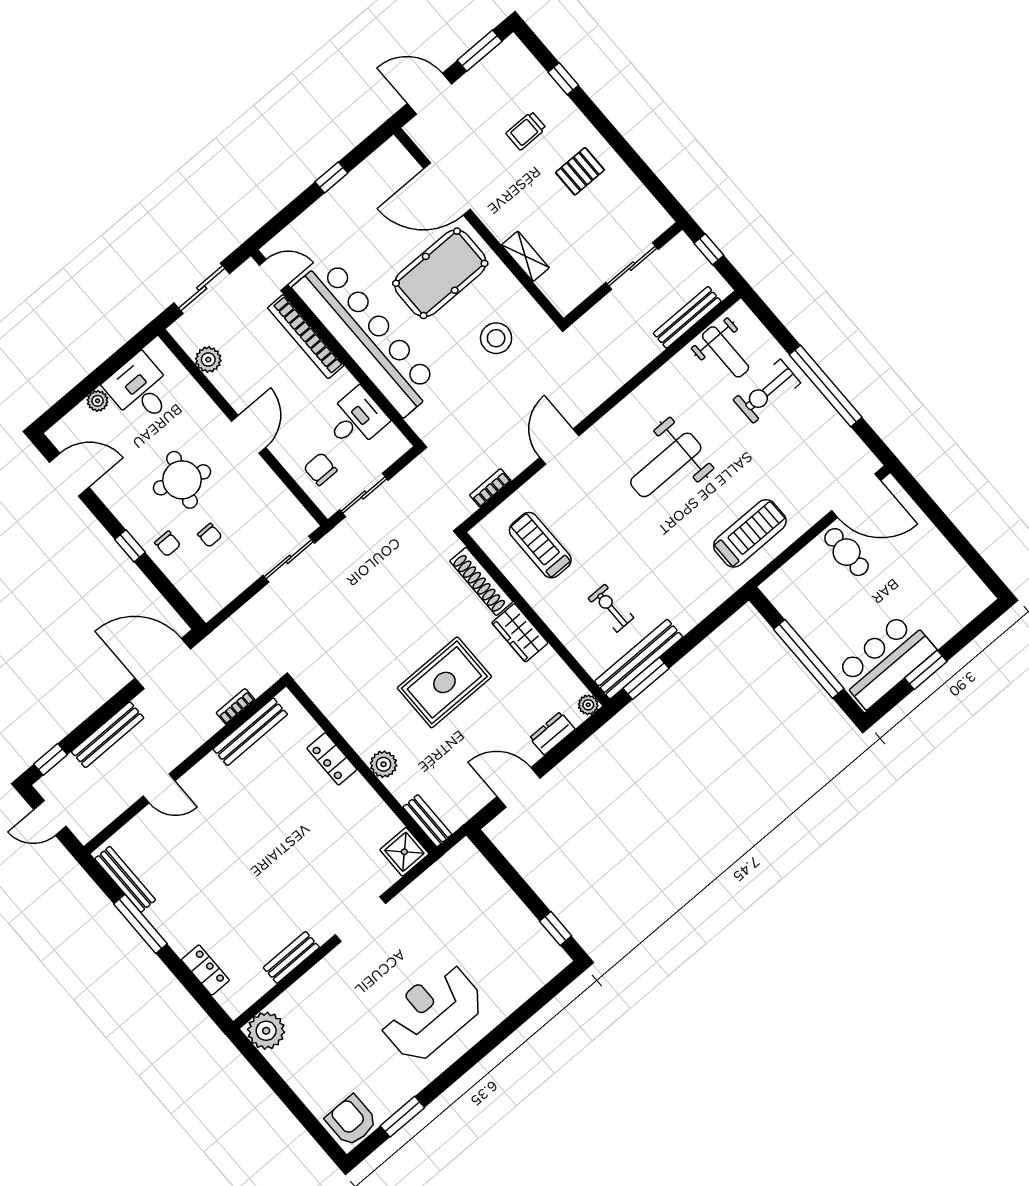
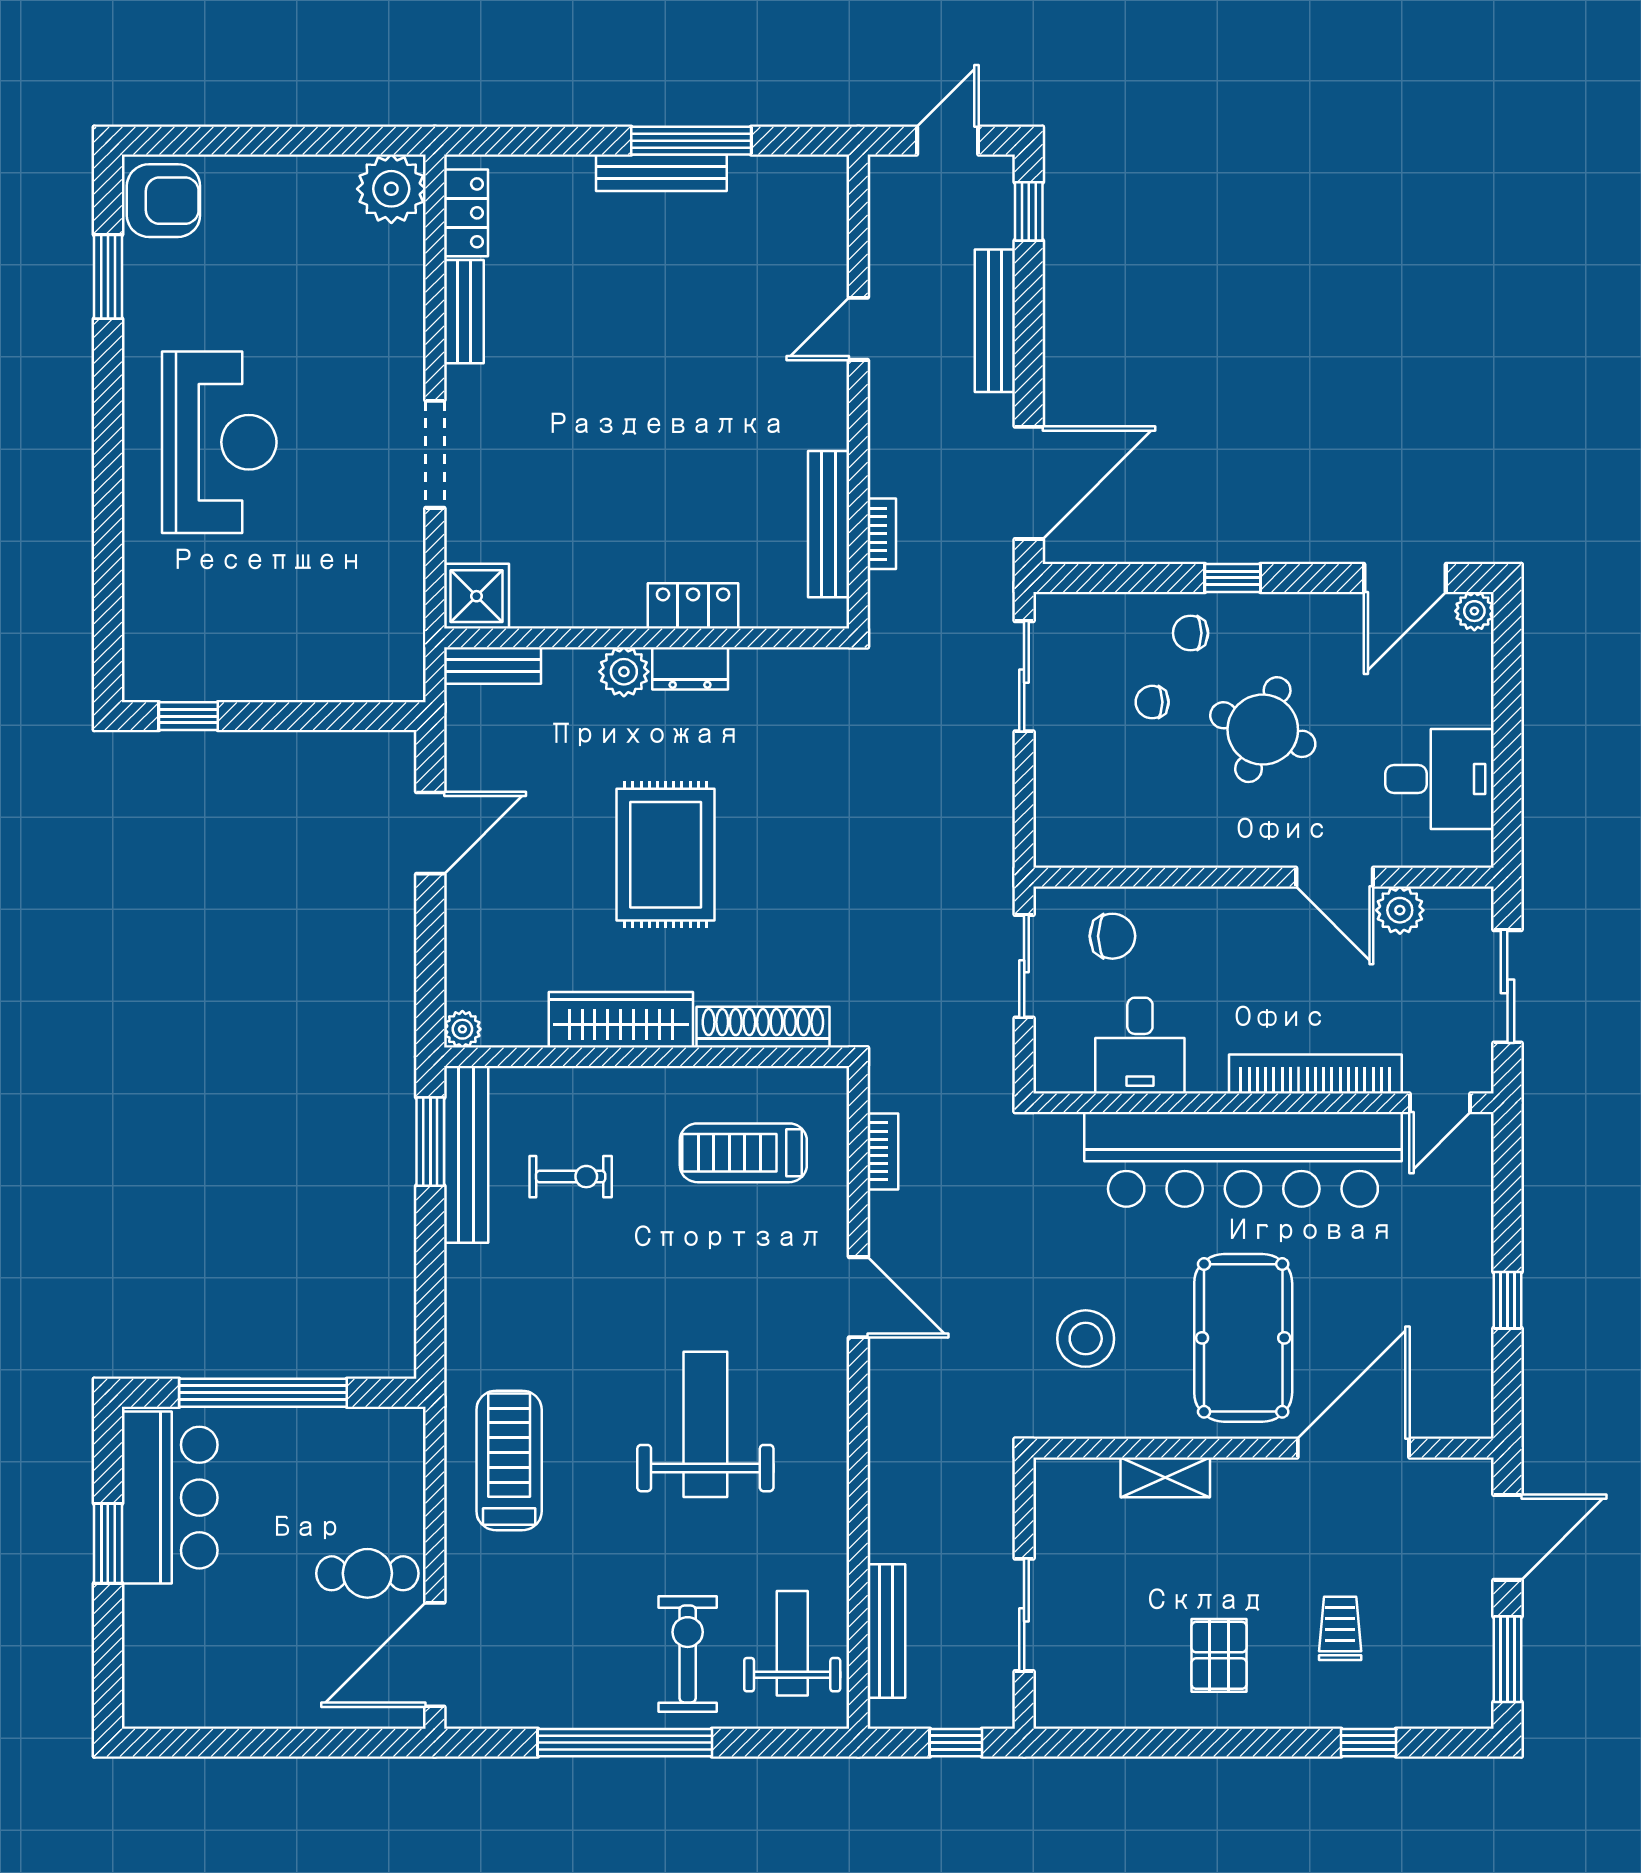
weight bench: (726, 352) -> (792, 1643), turned 90
plant: (98, 401) -> (1474, 611), moved
door: (249, 434) -> (1335, 877), moved
treadmill: (750, 533) -> (509, 1460), turned 180
treadmill: (540, 545) -> (743, 1153), turned 180
sliding door: (289, 559) -> (1024, 676), moved
wardrobe: (520, 633) -> (621, 1020), width x1.50
dresser: (552, 733) -> (690, 668), moved, turned 90
bench: (125, 879) -> (661, 173), moved
locker: (205, 970) -> (466, 213), moved, turned -90

